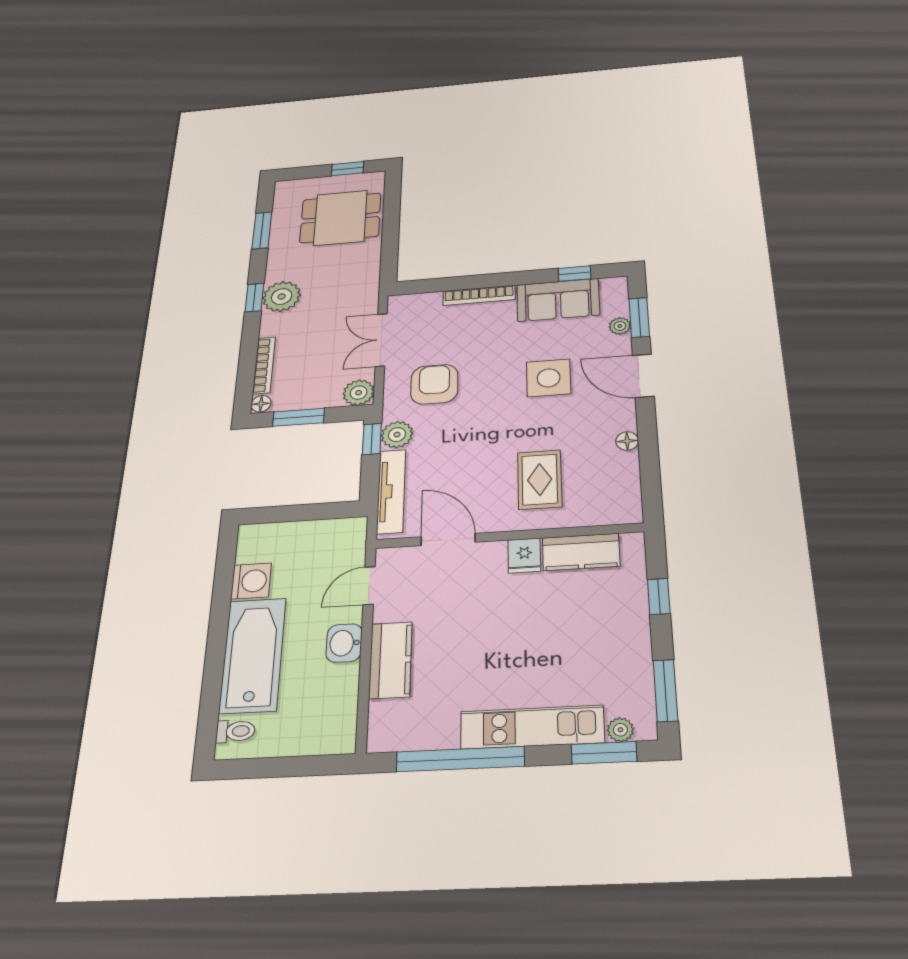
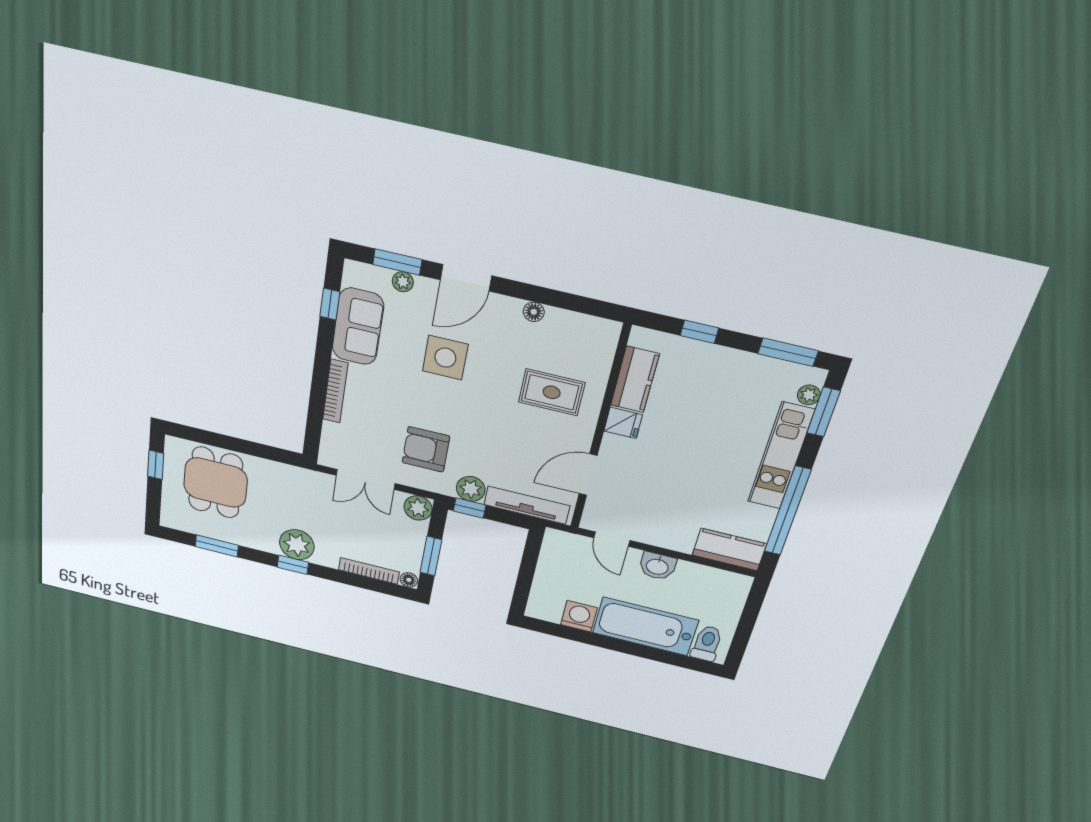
kitchen counter: (390, 660) -> (729, 549), moved
toilet: (235, 731) -> (707, 643), width x1.37, depth x1.39

